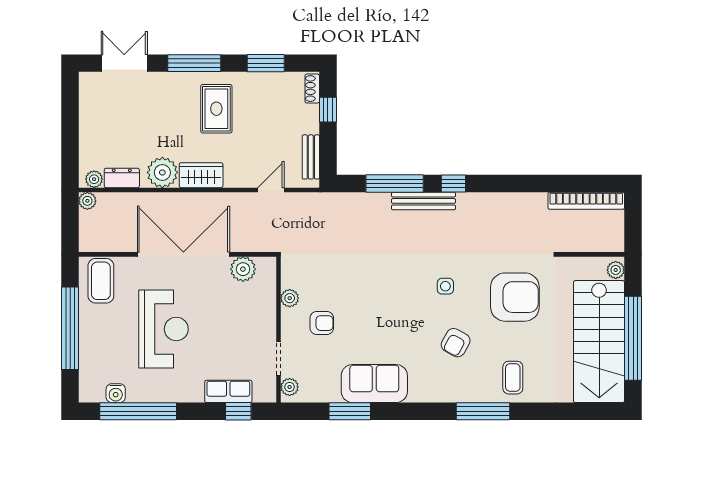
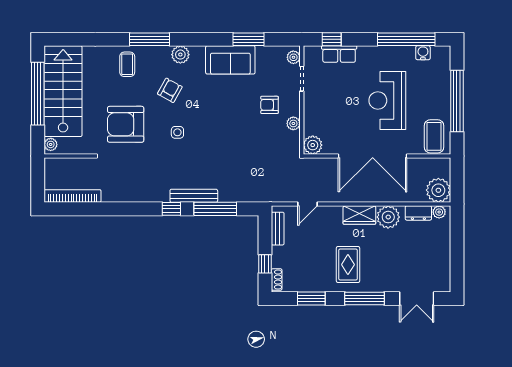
plant: (87, 201) -> (438, 190), width x1.88, depth x1.88
plant: (243, 269) -> (313, 145), moved
plant: (441, 391) -> (180, 55), added

